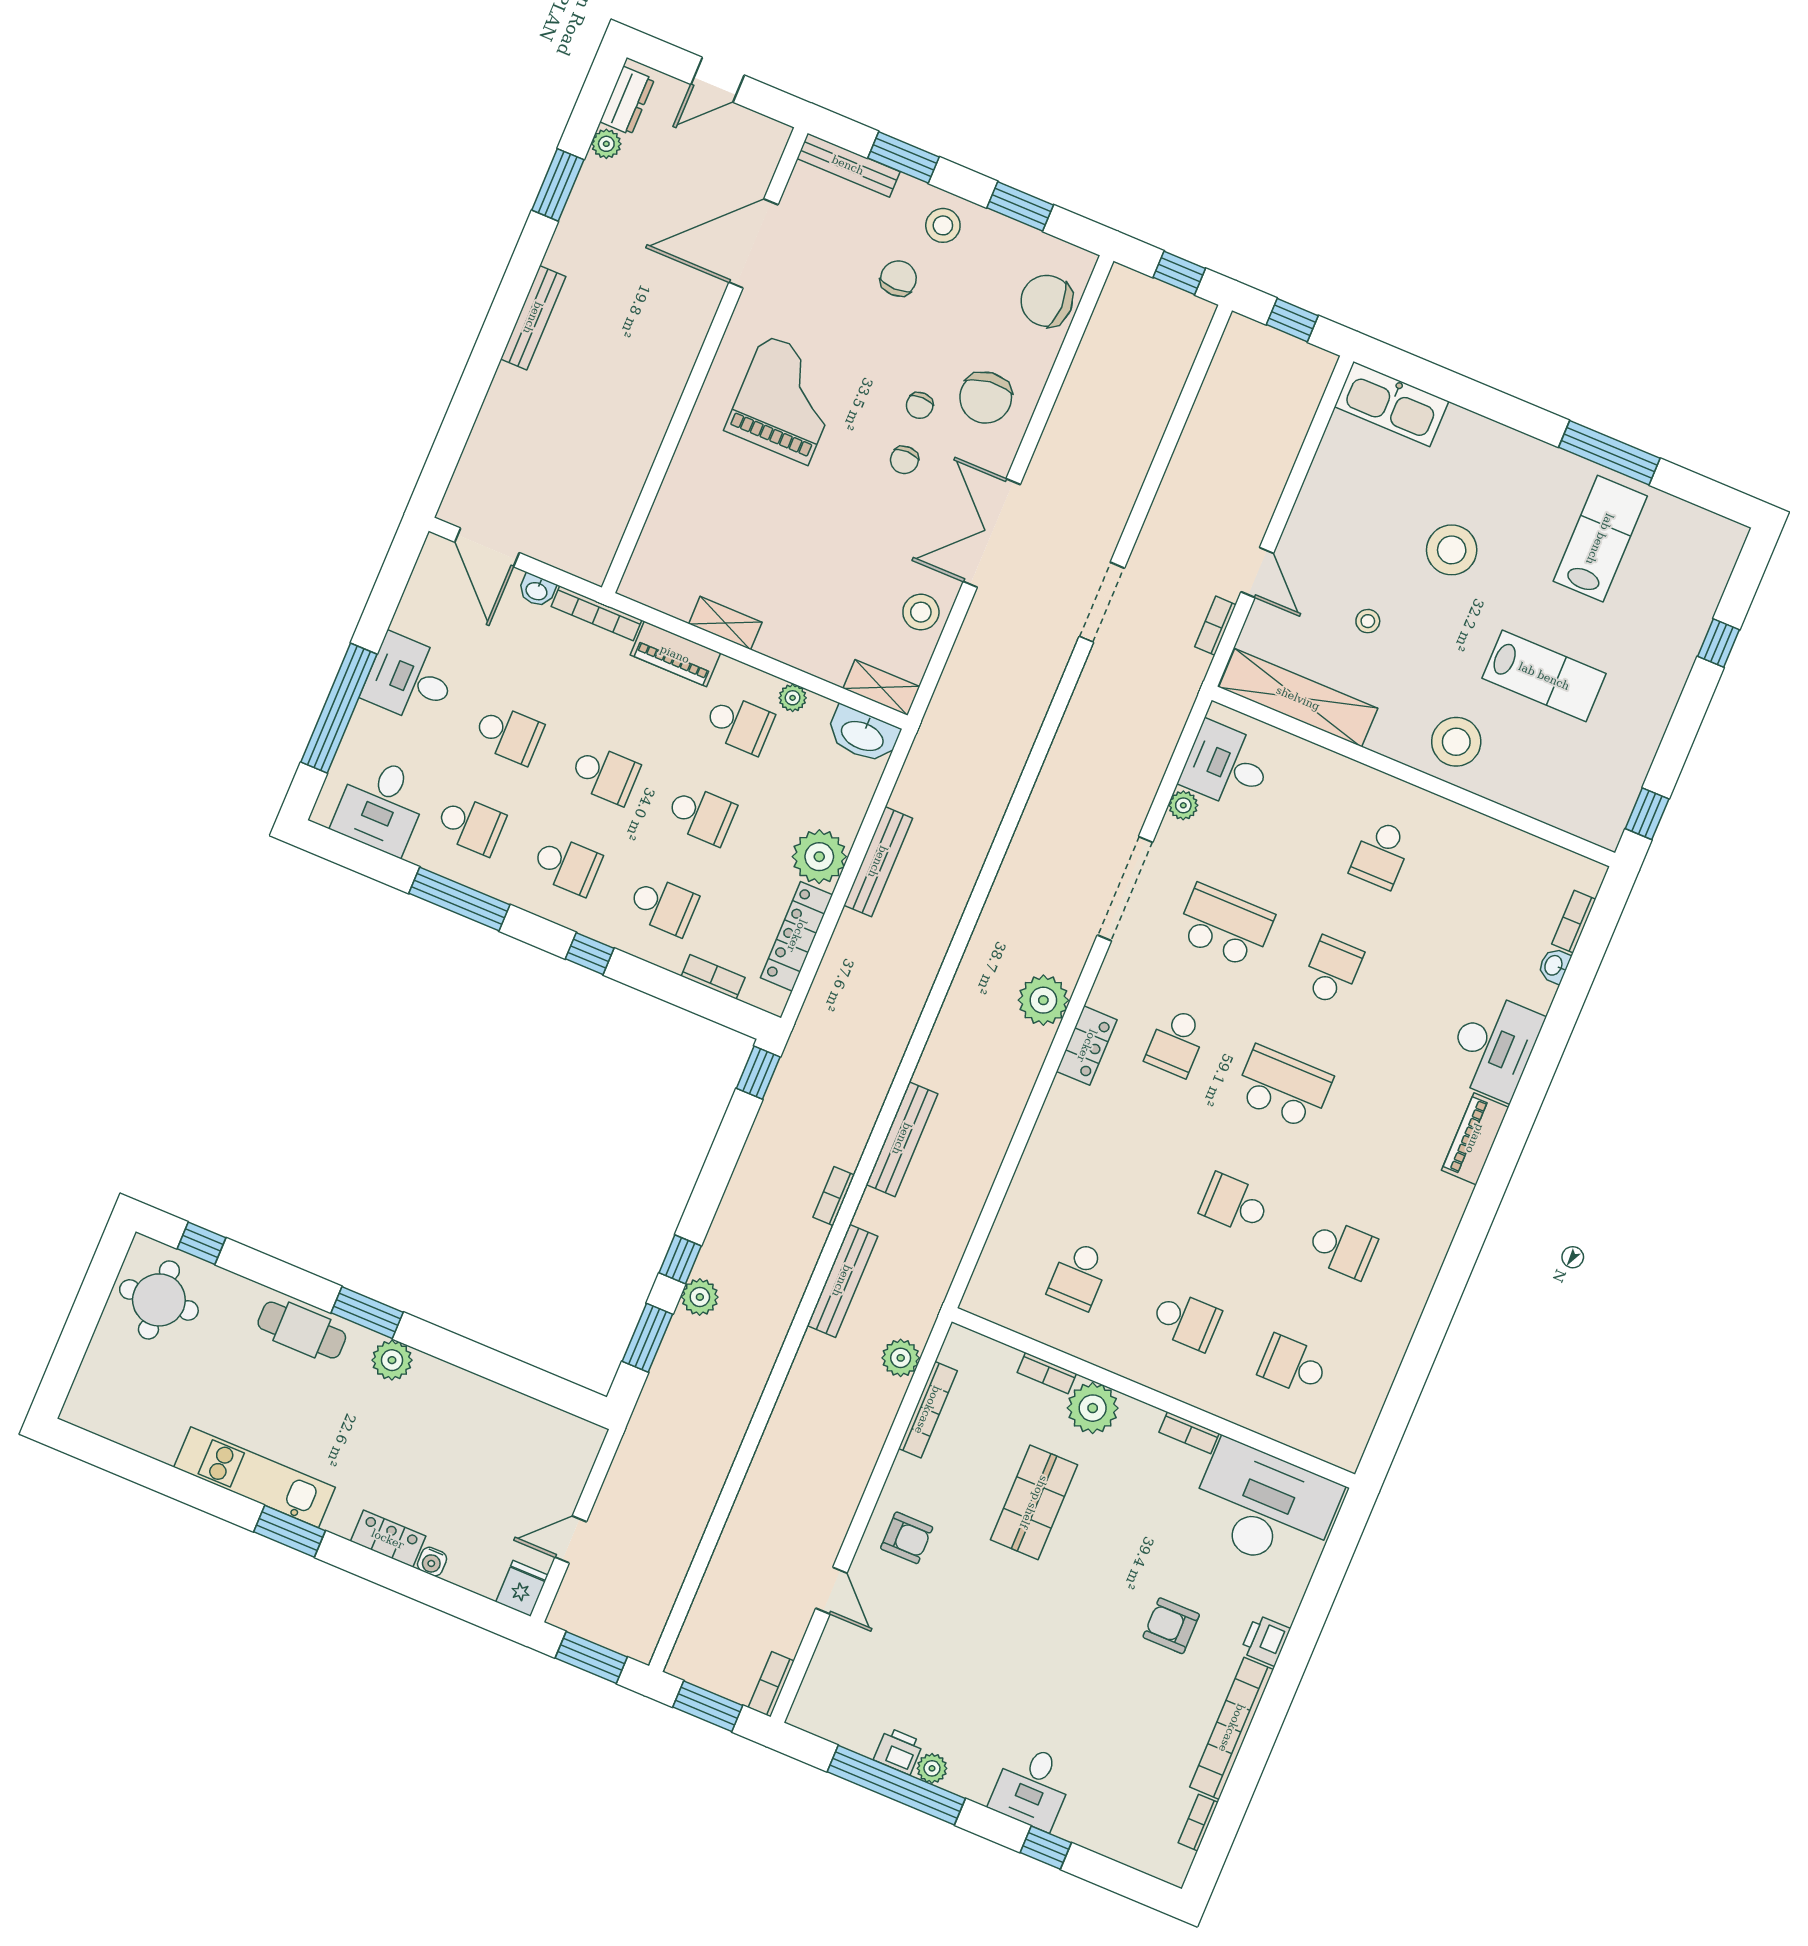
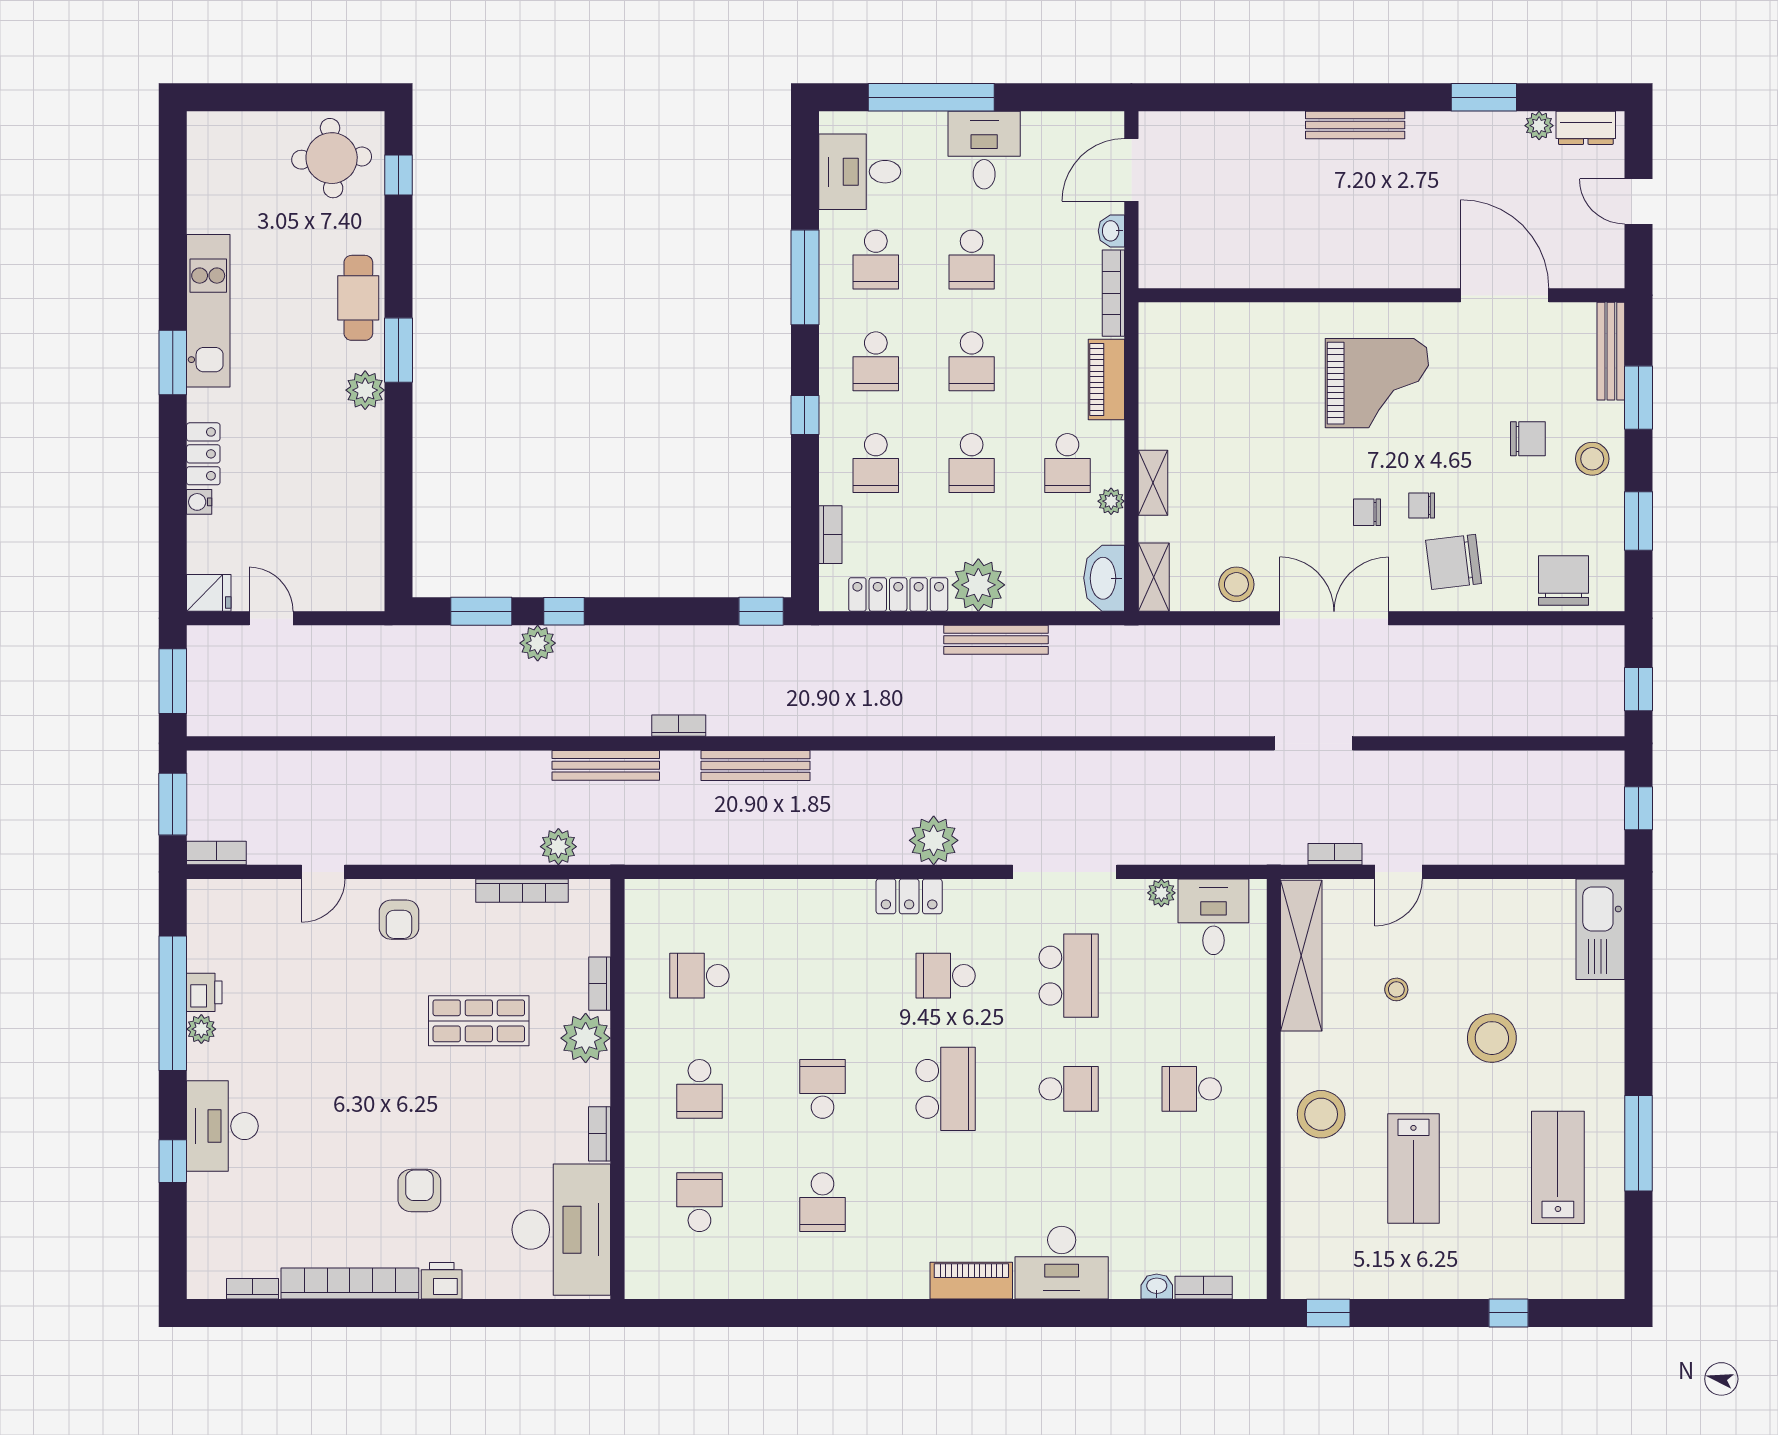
lab bench: (1600, 539) -> (1558, 1167), turned -90
shelving: (725, 623) -> (1153, 483), moved
desk: (1032, 1787) -> (222, 1126), width x1.37

